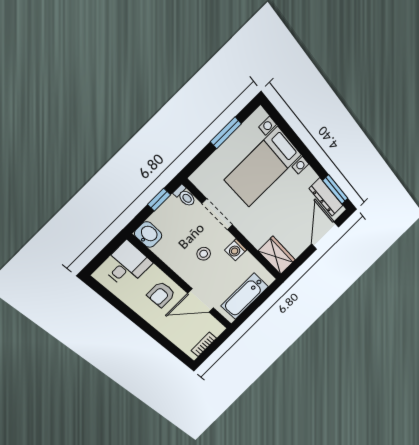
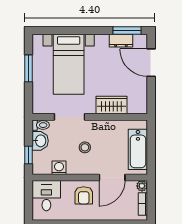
dresser: (326, 197) -> (121, 41), width x0.70
window: (159, 200) -> (29, 155), moved
washbasin: (148, 235) -> (40, 141), moved, turned 90
washing machine: (236, 250) -> (59, 168), moved, turned 180
wardrobe: (277, 255) -> (111, 105), moved
plant: (218, 329) -> (142, 186), added

